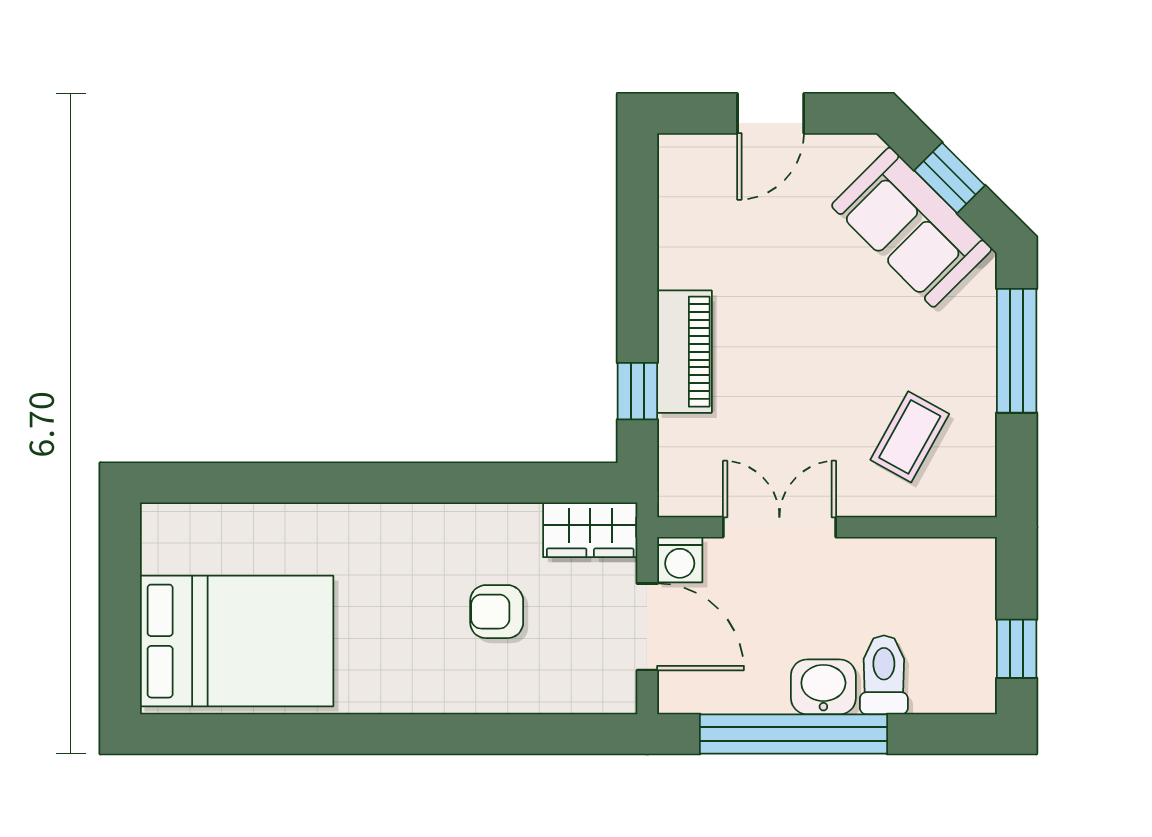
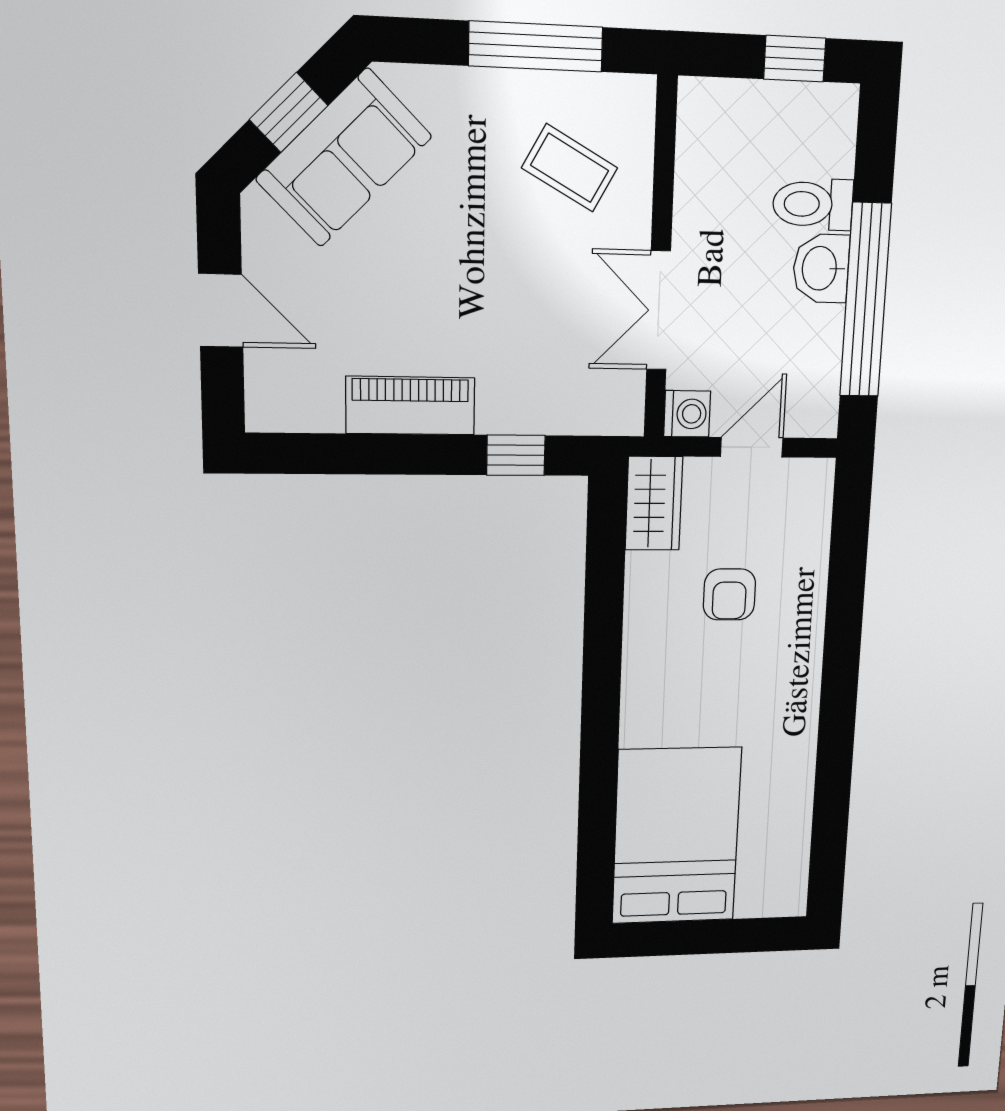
window: (1017, 351) -> (536, 46), moved
piano: (684, 352) -> (410, 406), moved
door: (647, 627) -> (752, 447), width x0.73
bed: (237, 641) -> (677, 836), moved

